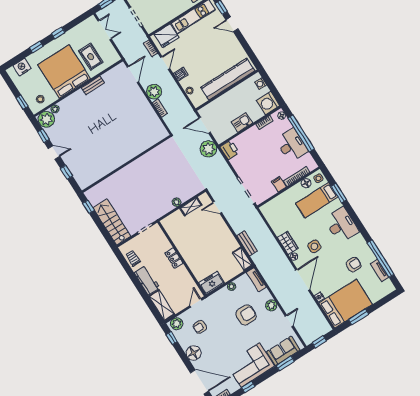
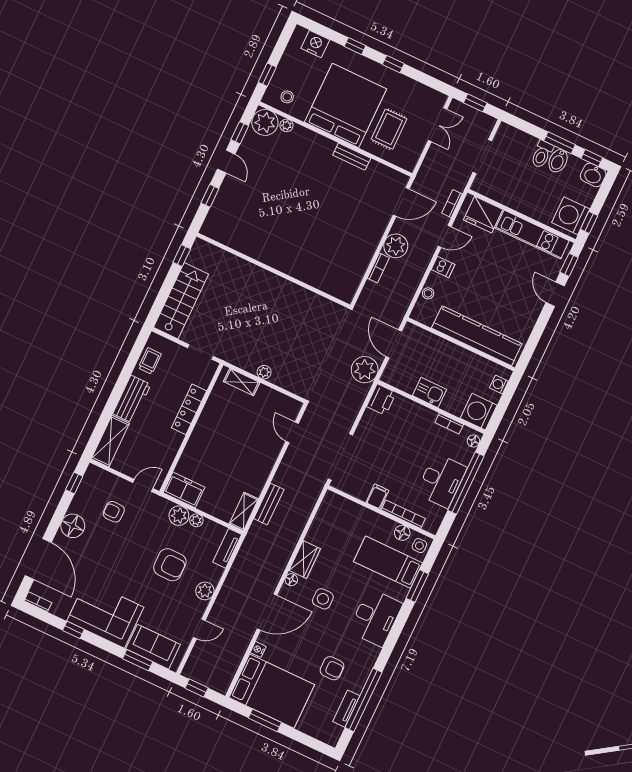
shelving: (191, 207) -> (242, 382), moved
locker: (174, 258) -> (189, 409), width x1.53
plant: (177, 324) -> (179, 516), moved

